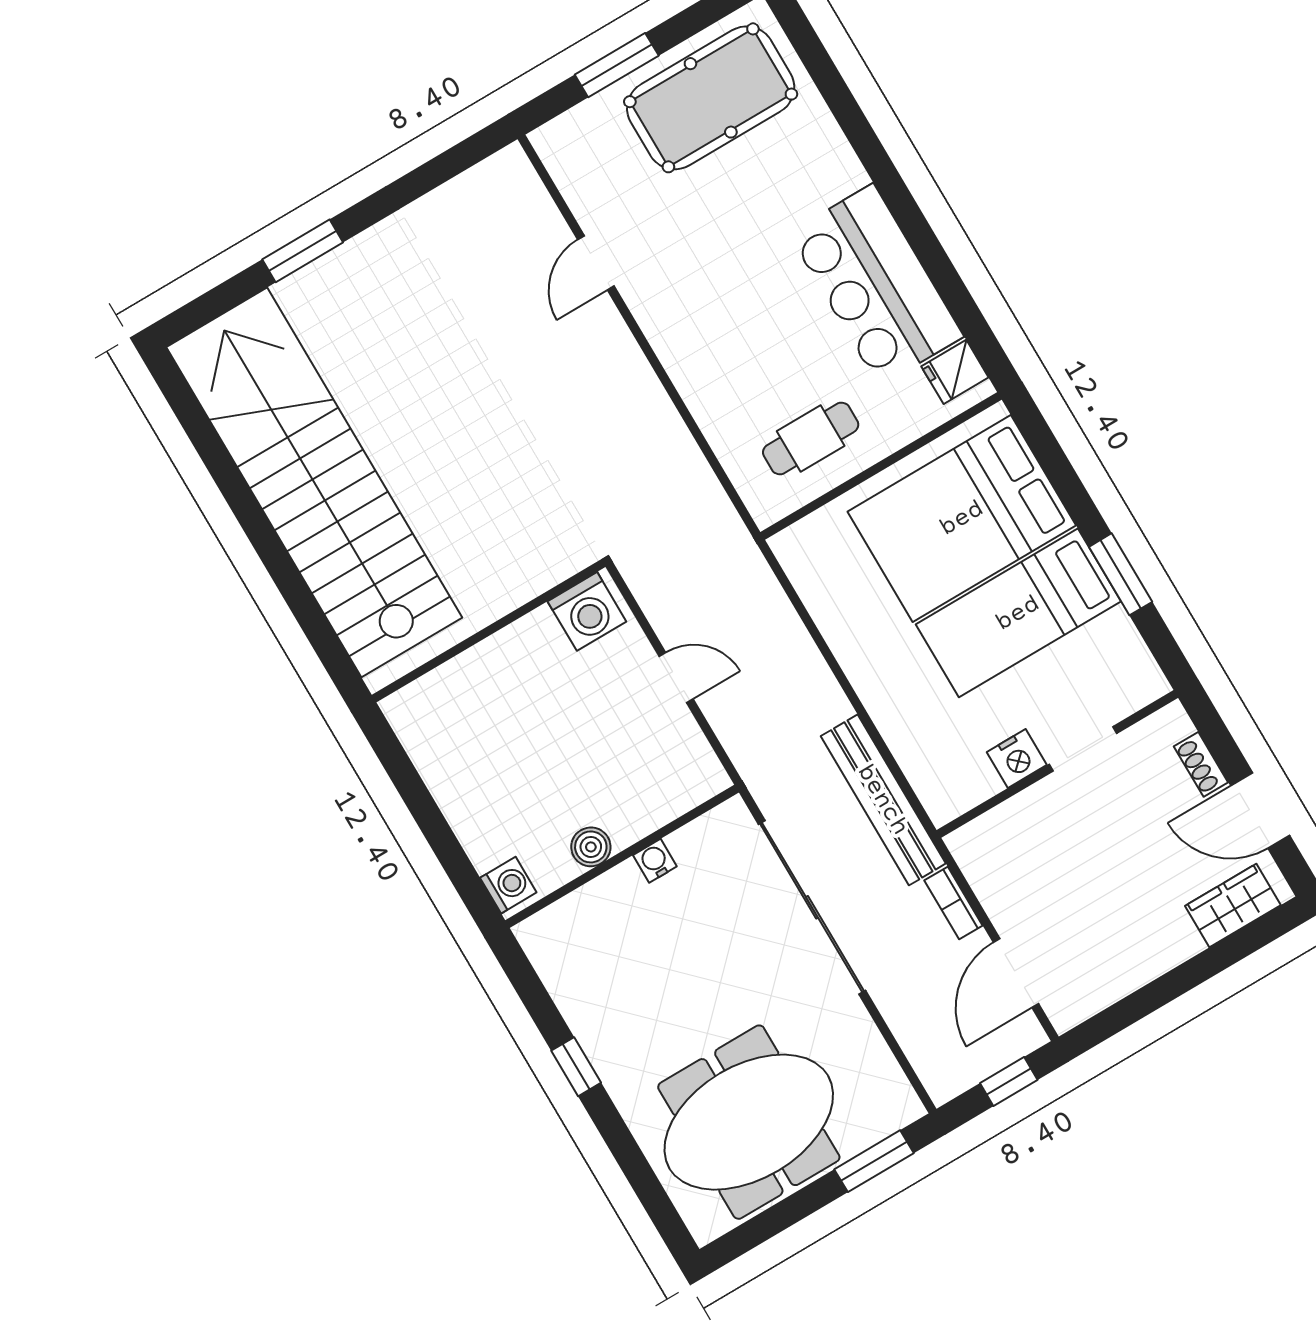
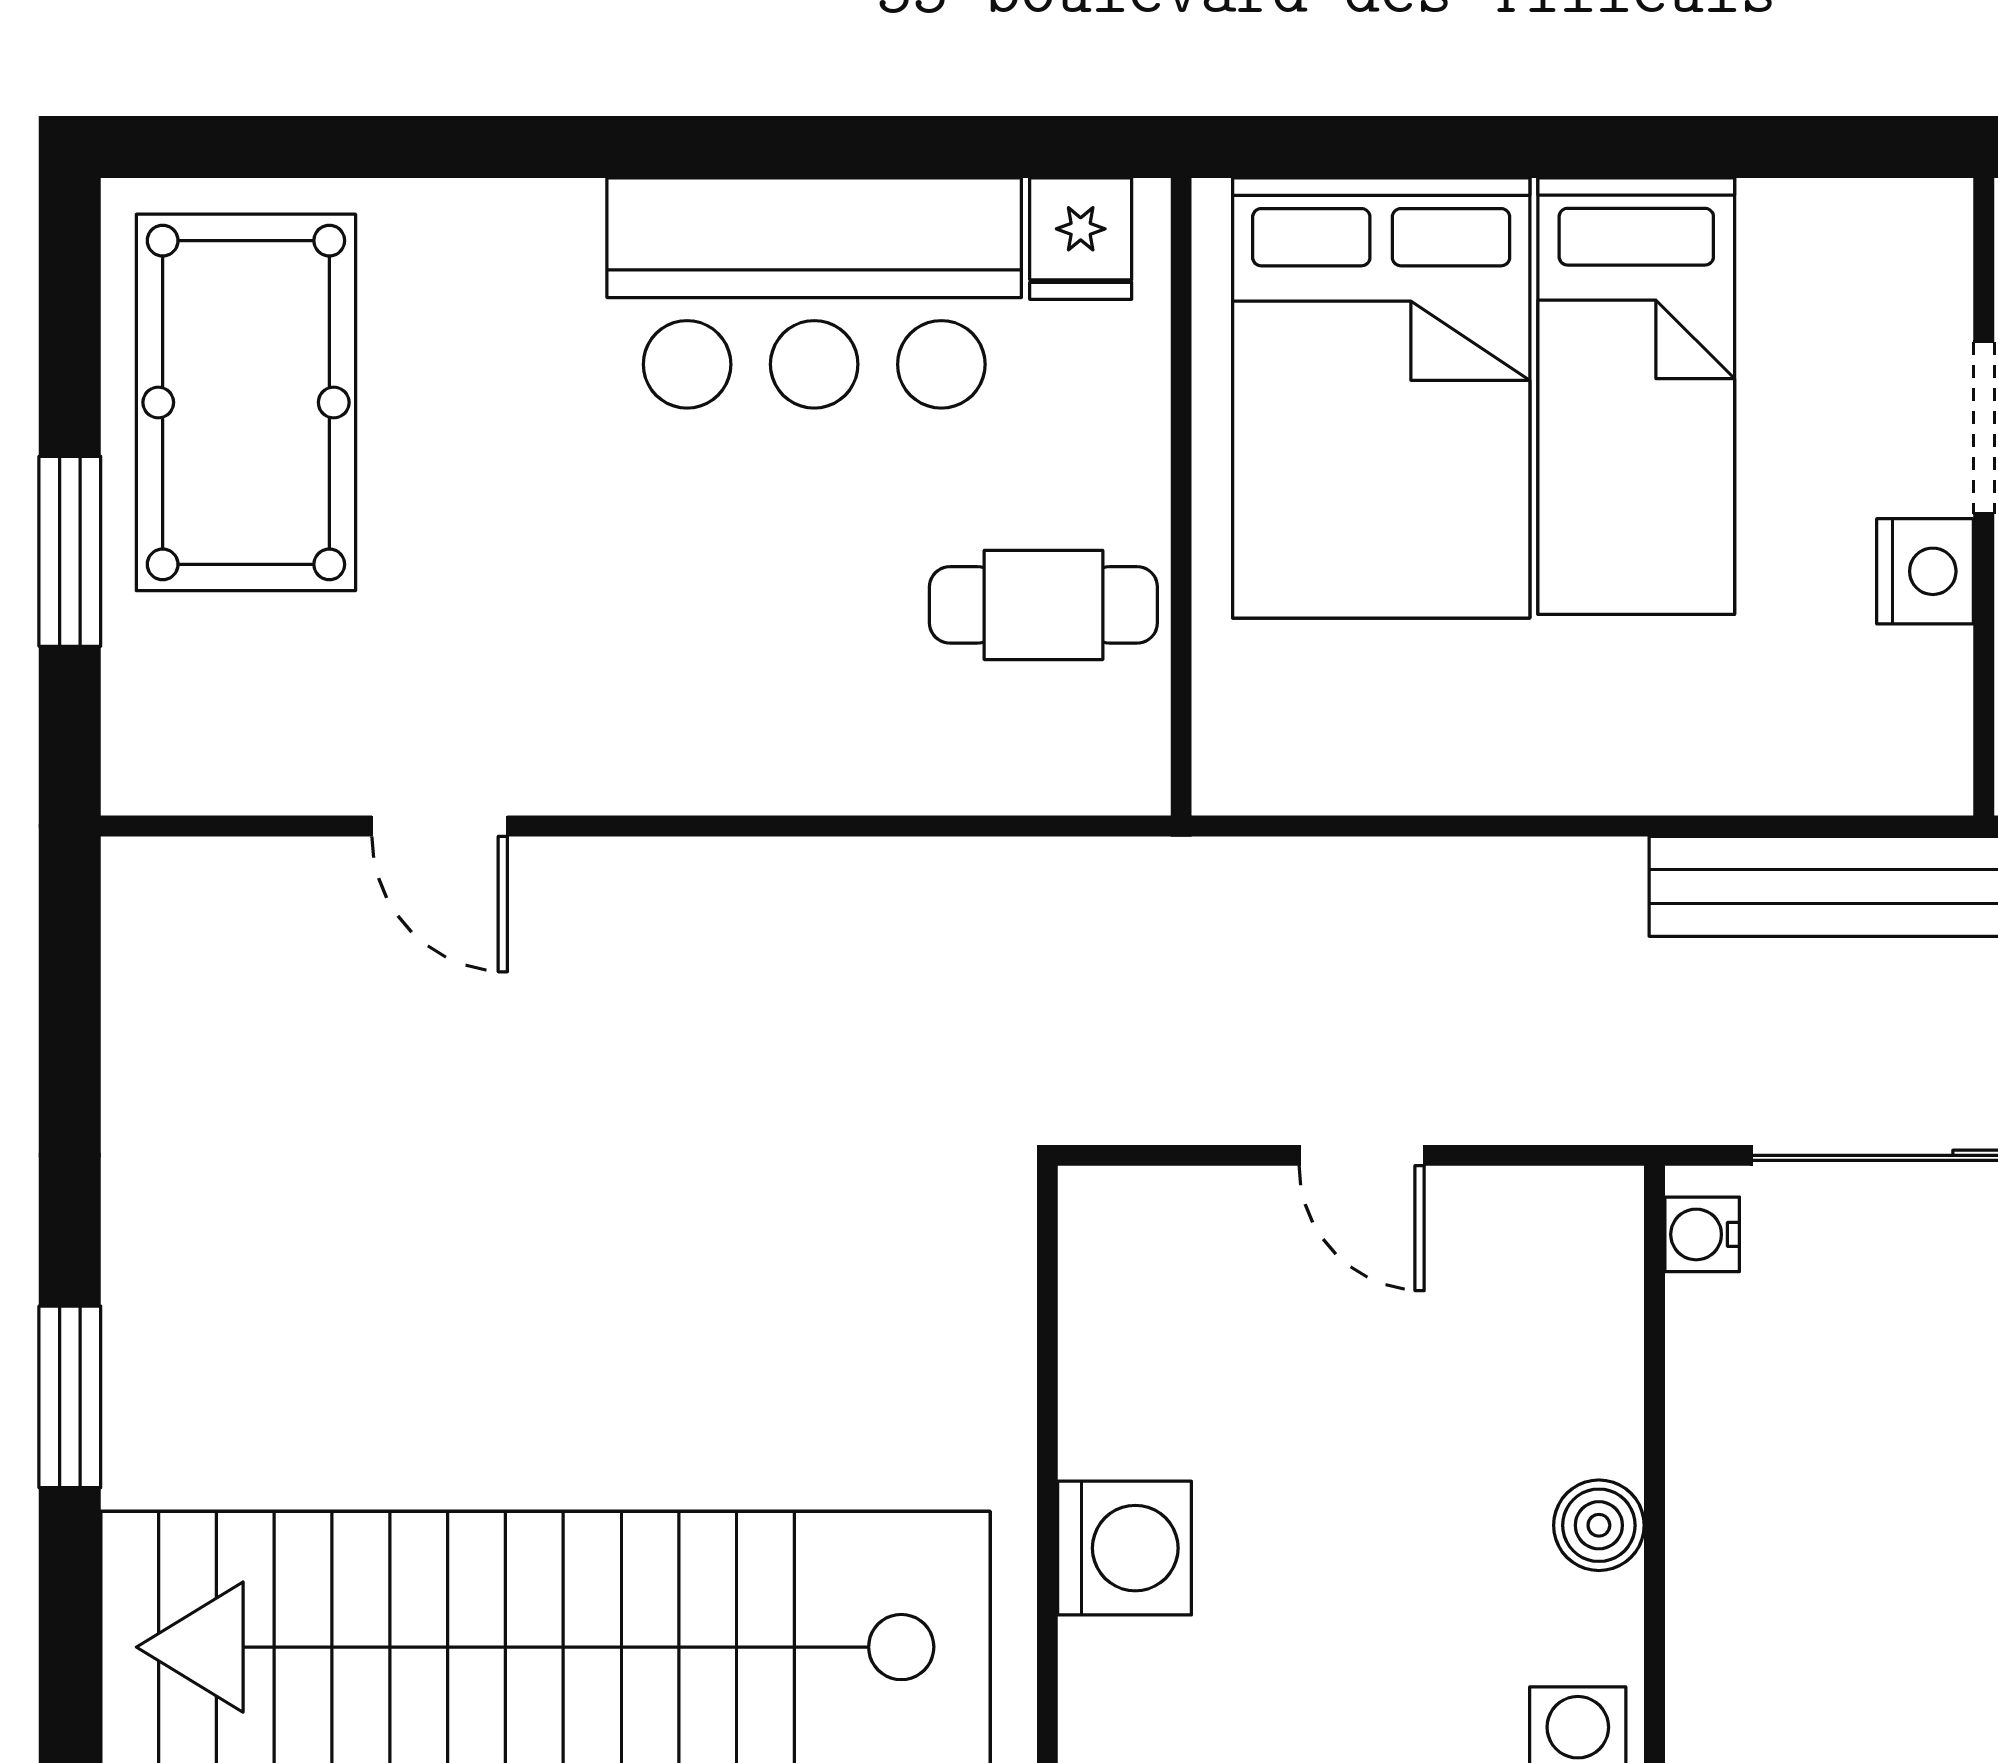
cafe table: (811, 439) -> (1043, 605), turned 90
window: (1121, 574) -> (1680, 147), removed
washing machine: (587, 611) -> (1125, 1548), moved
door: (676, 678) -> (1362, 1155), swing flipped
water cooler: (655, 861) -> (1702, 1234), moved

